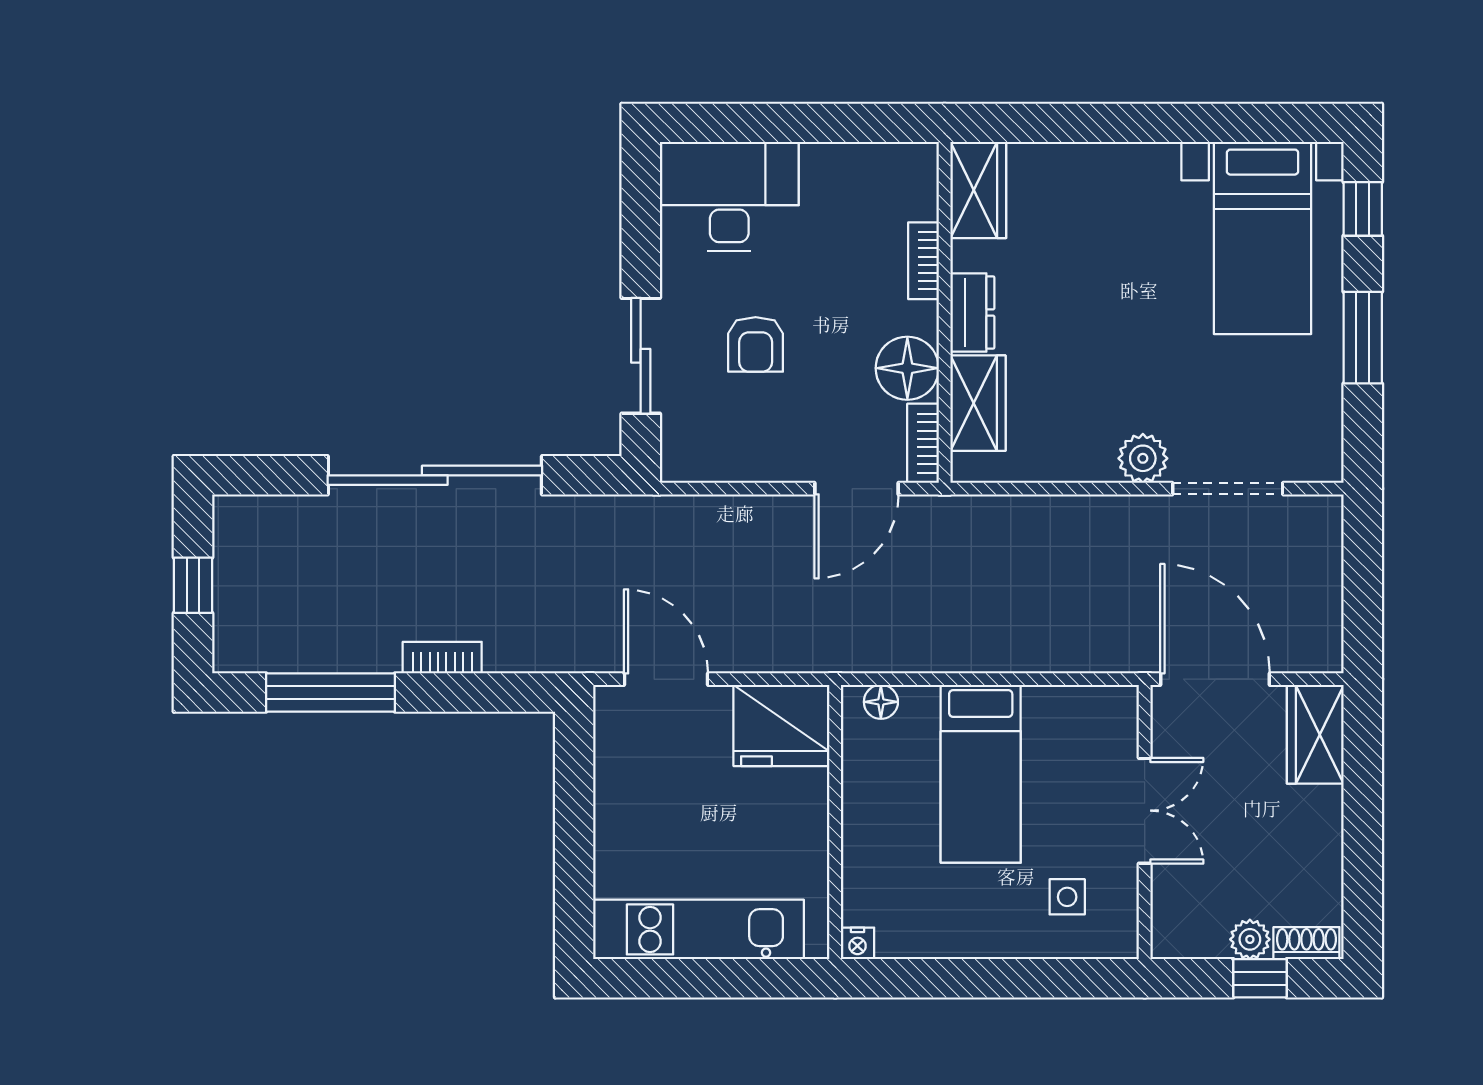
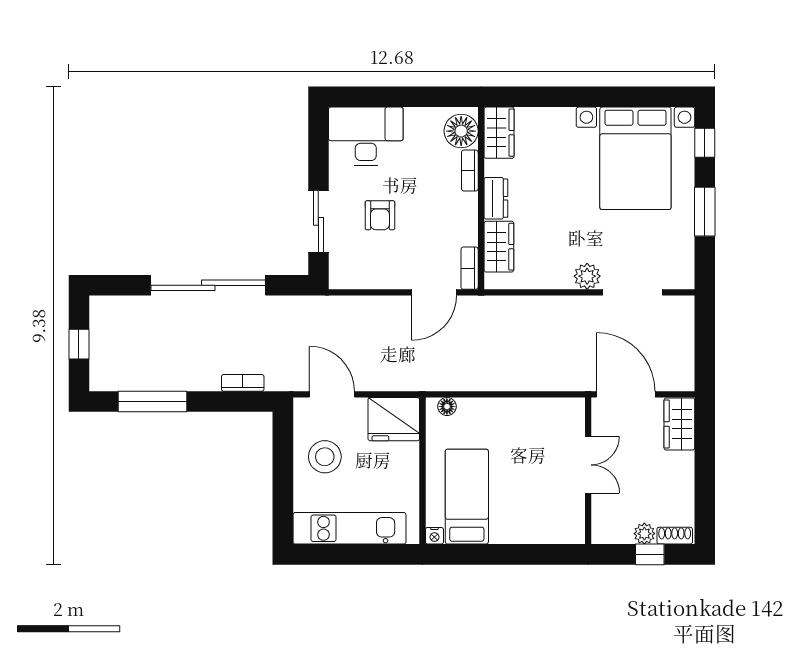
bed with nightstands: (1263, 238) -> (635, 158), width x1.36
floor lamp: (907, 368) -> (461, 131), moved
bookcase: (442, 658) -> (243, 383), moved
bed: (981, 774) -> (467, 497), moved, turned 180
stool: (653, 796) -> (325, 457), added
side table: (1067, 897) -> (547, 511), removed

